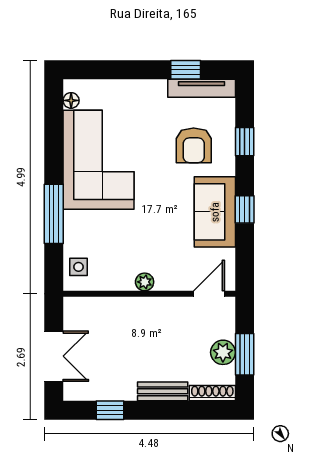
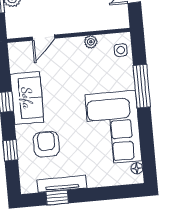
tv unit: (202, 88) -> (62, 184), moved
plant: (145, 282) -> (91, 42), moved
door: (209, 294) -> (43, 38), moved

